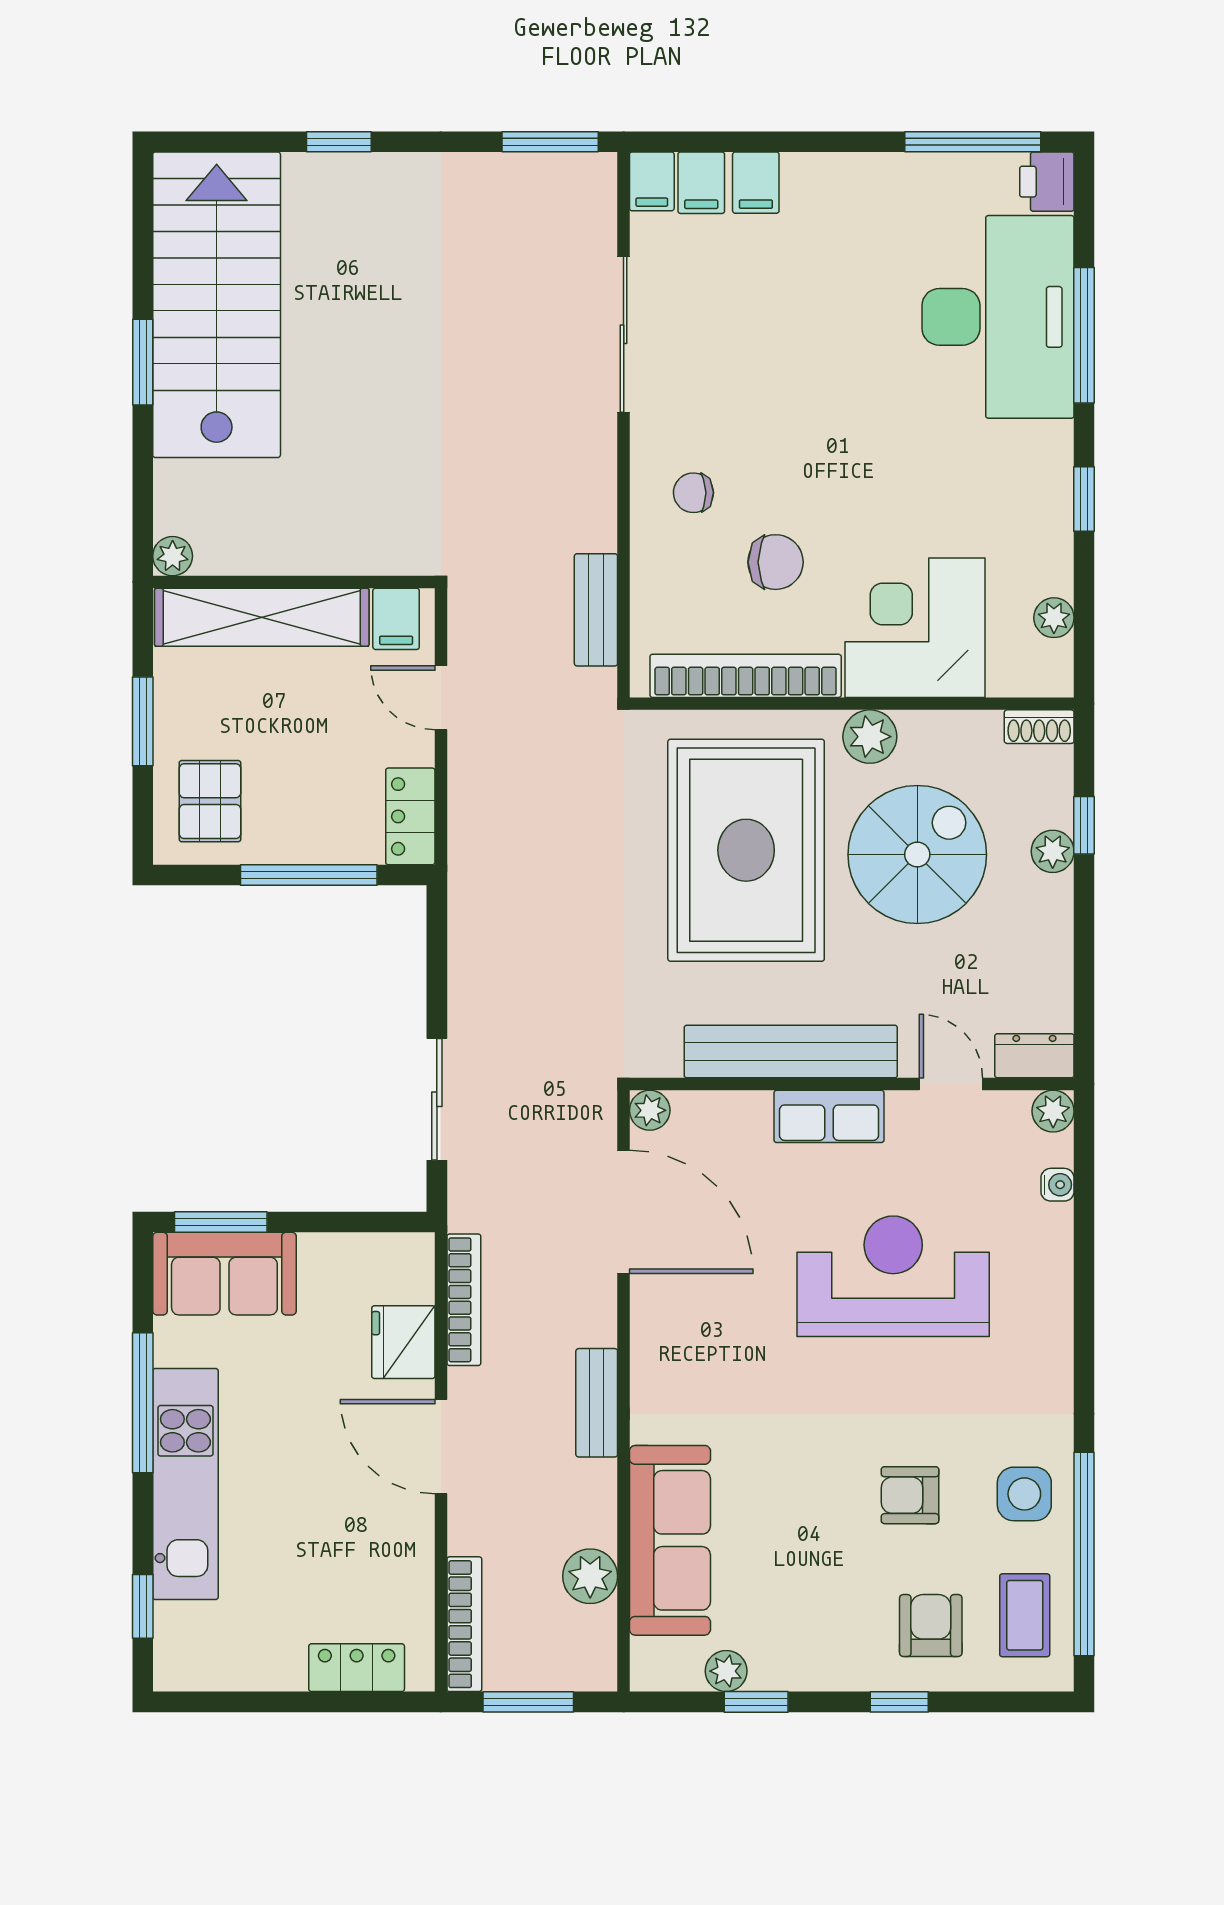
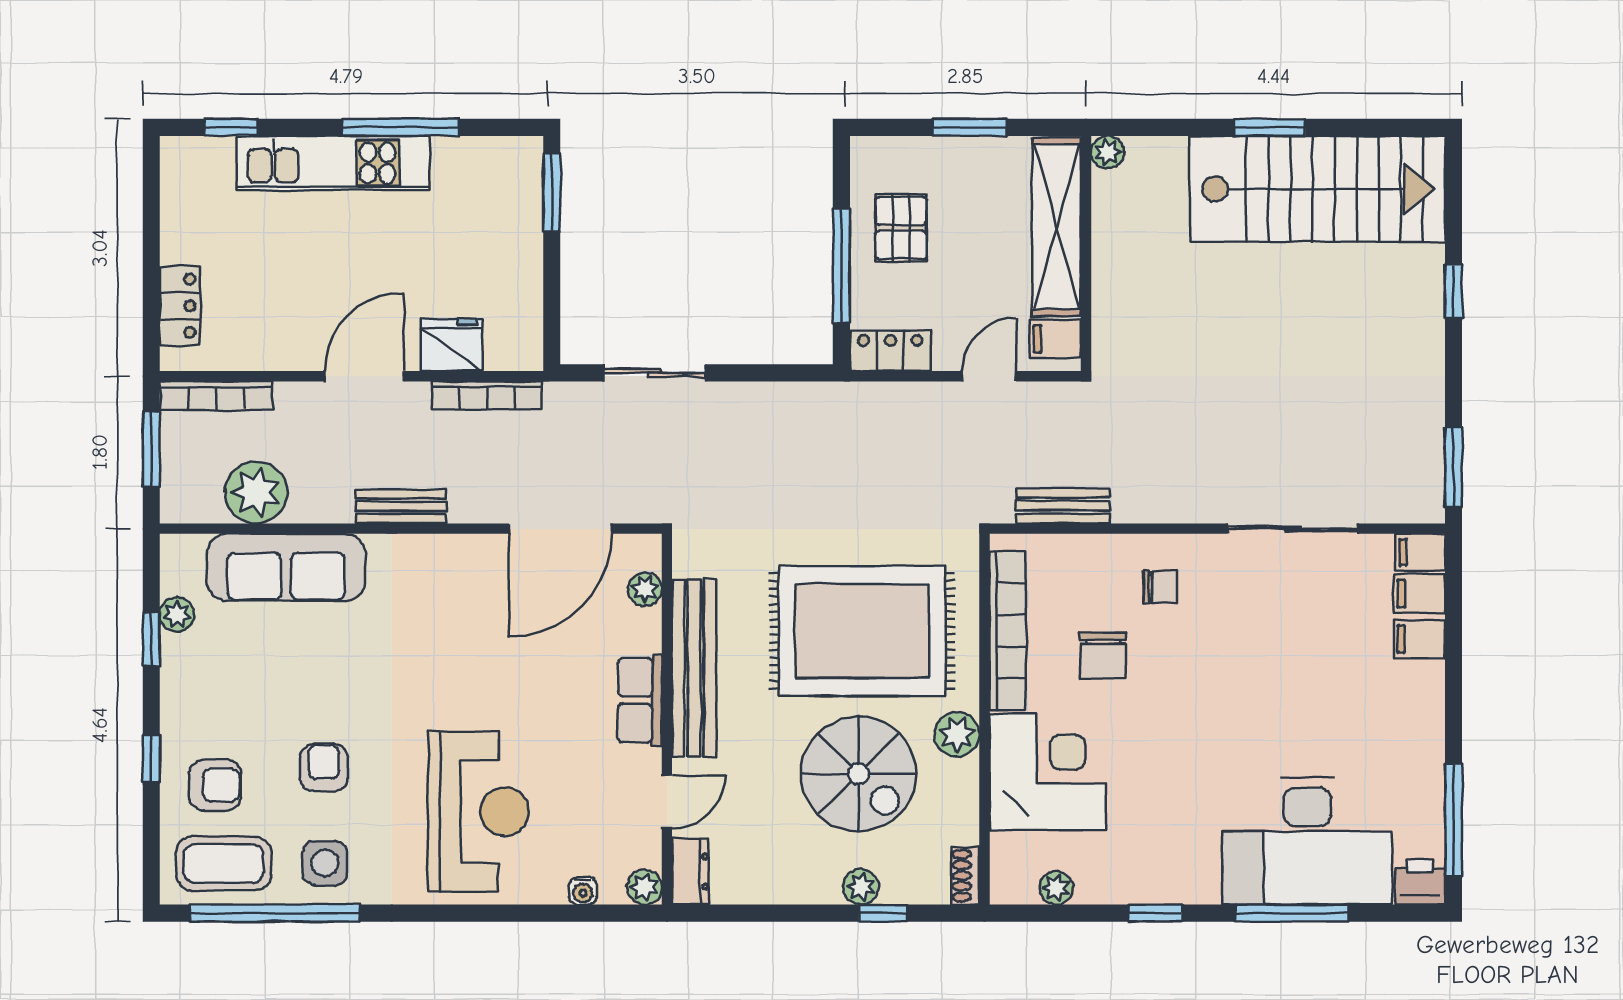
chair: (693, 493) -> (1160, 587), turned 91
pallet: (210, 801) -> (901, 228), moved, turned 90
plant: (650, 1110) -> (645, 589), moved
sofa: (224, 1274) -> (509, 196), removed
reception desk: (893, 1276) -> (478, 812), moved
plant: (590, 1576) -> (256, 492), width x1.36, depth x1.36
coffee table: (1025, 1615) -> (224, 863), width x1.36, depth x1.30

